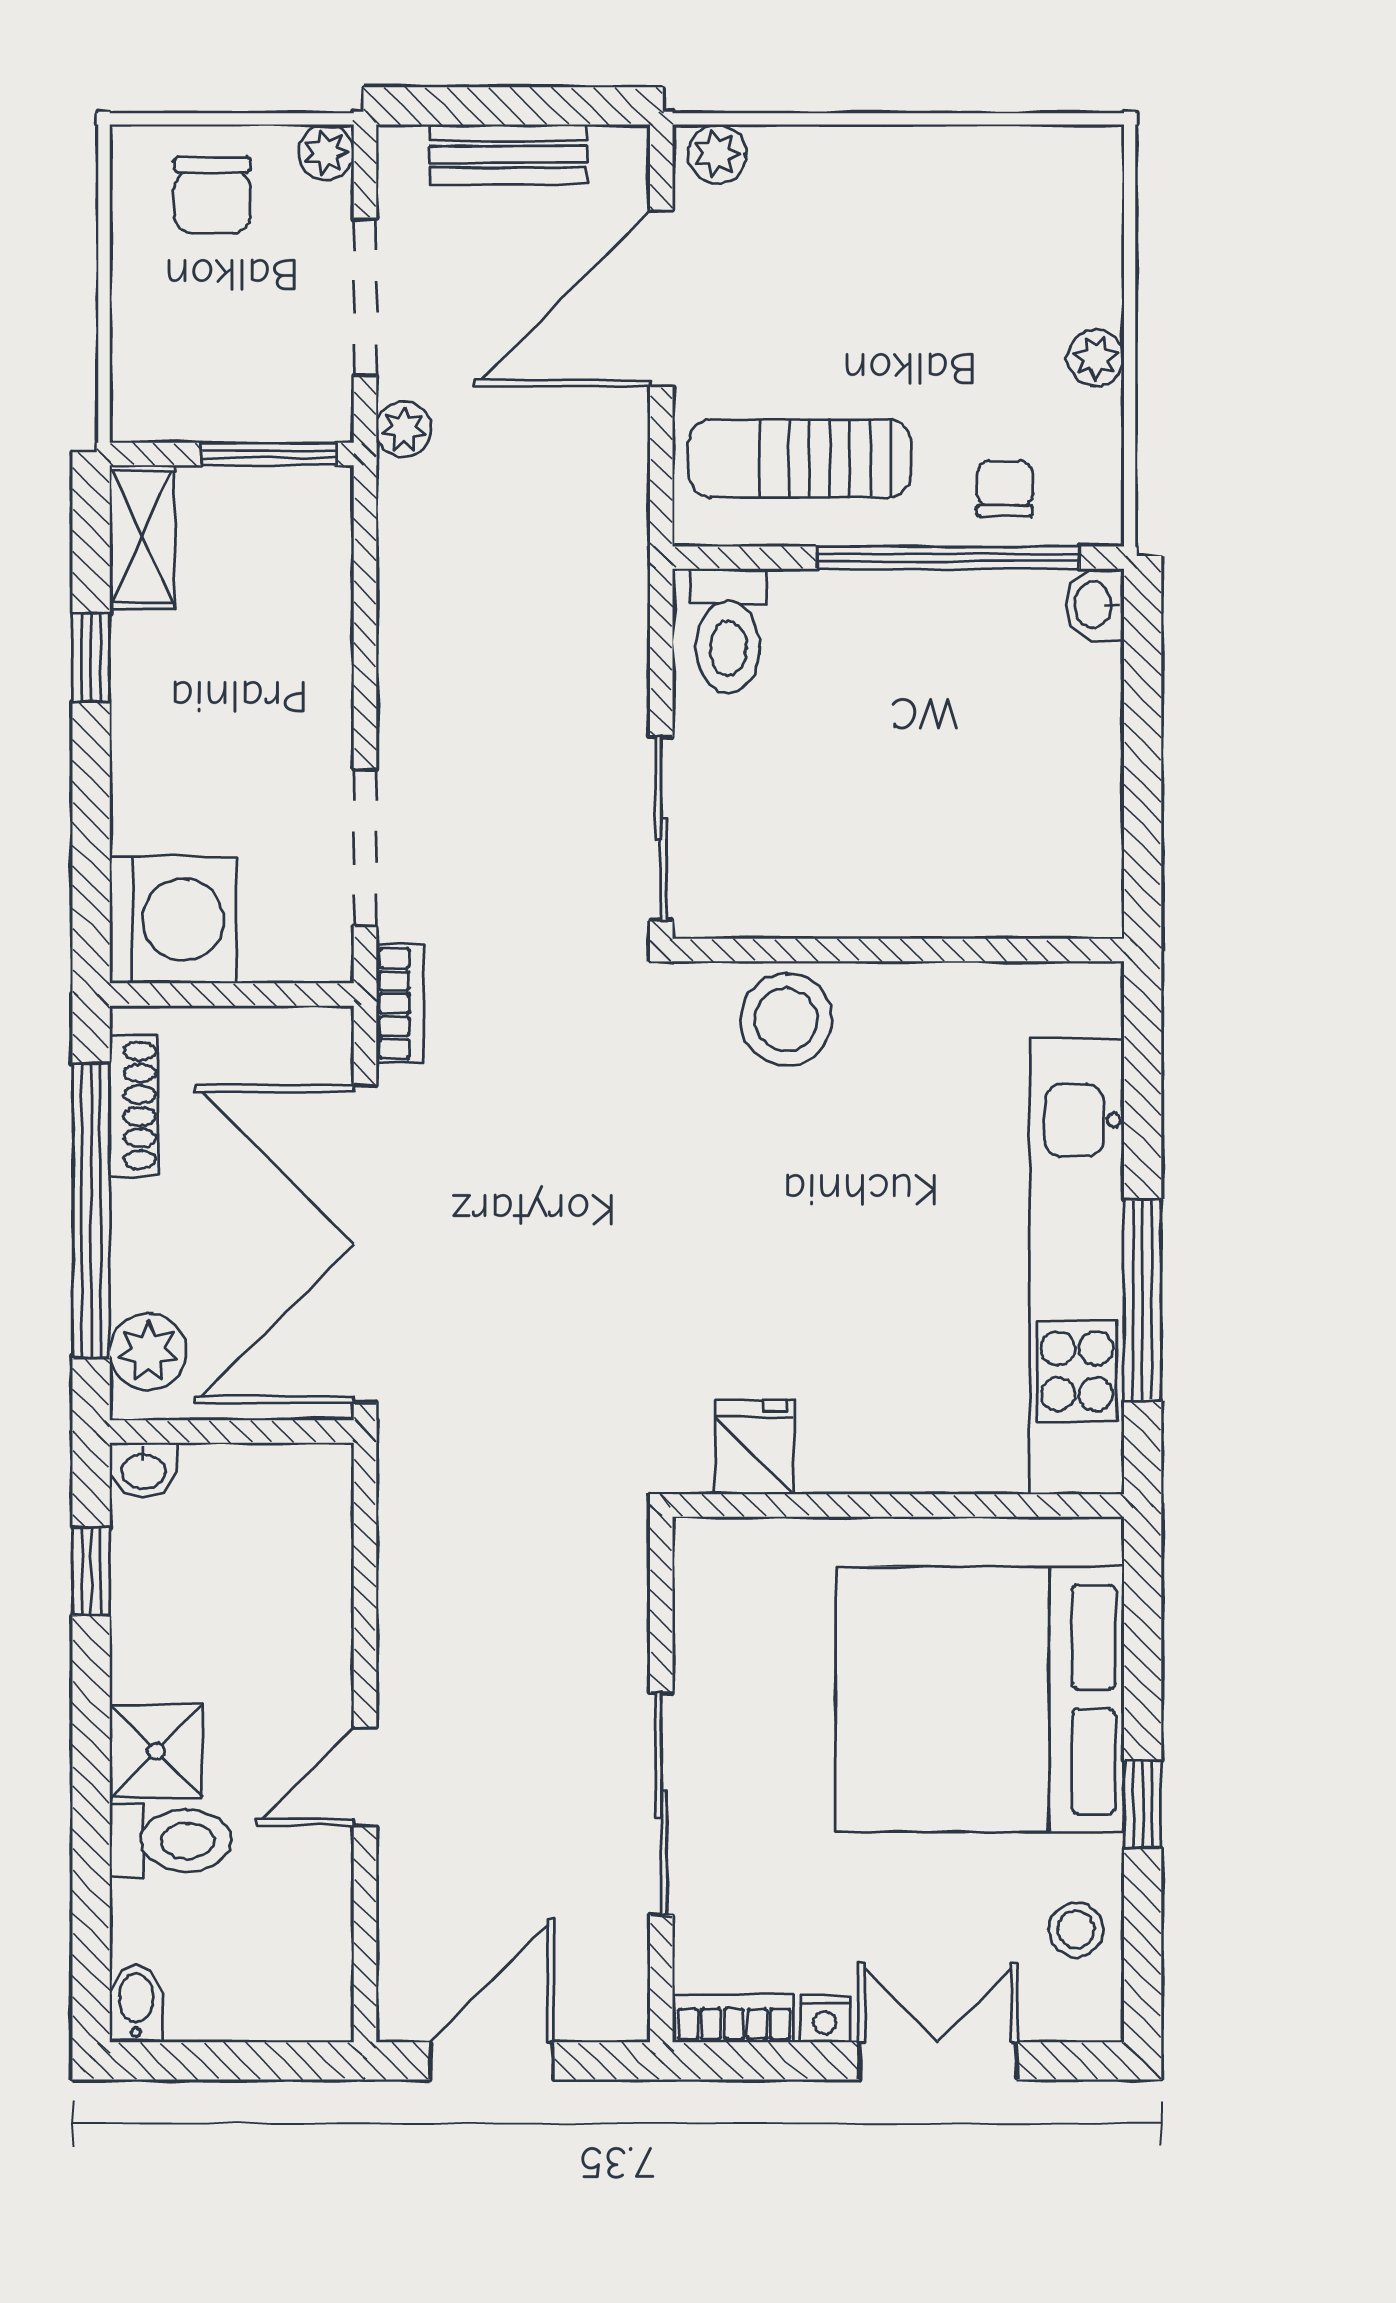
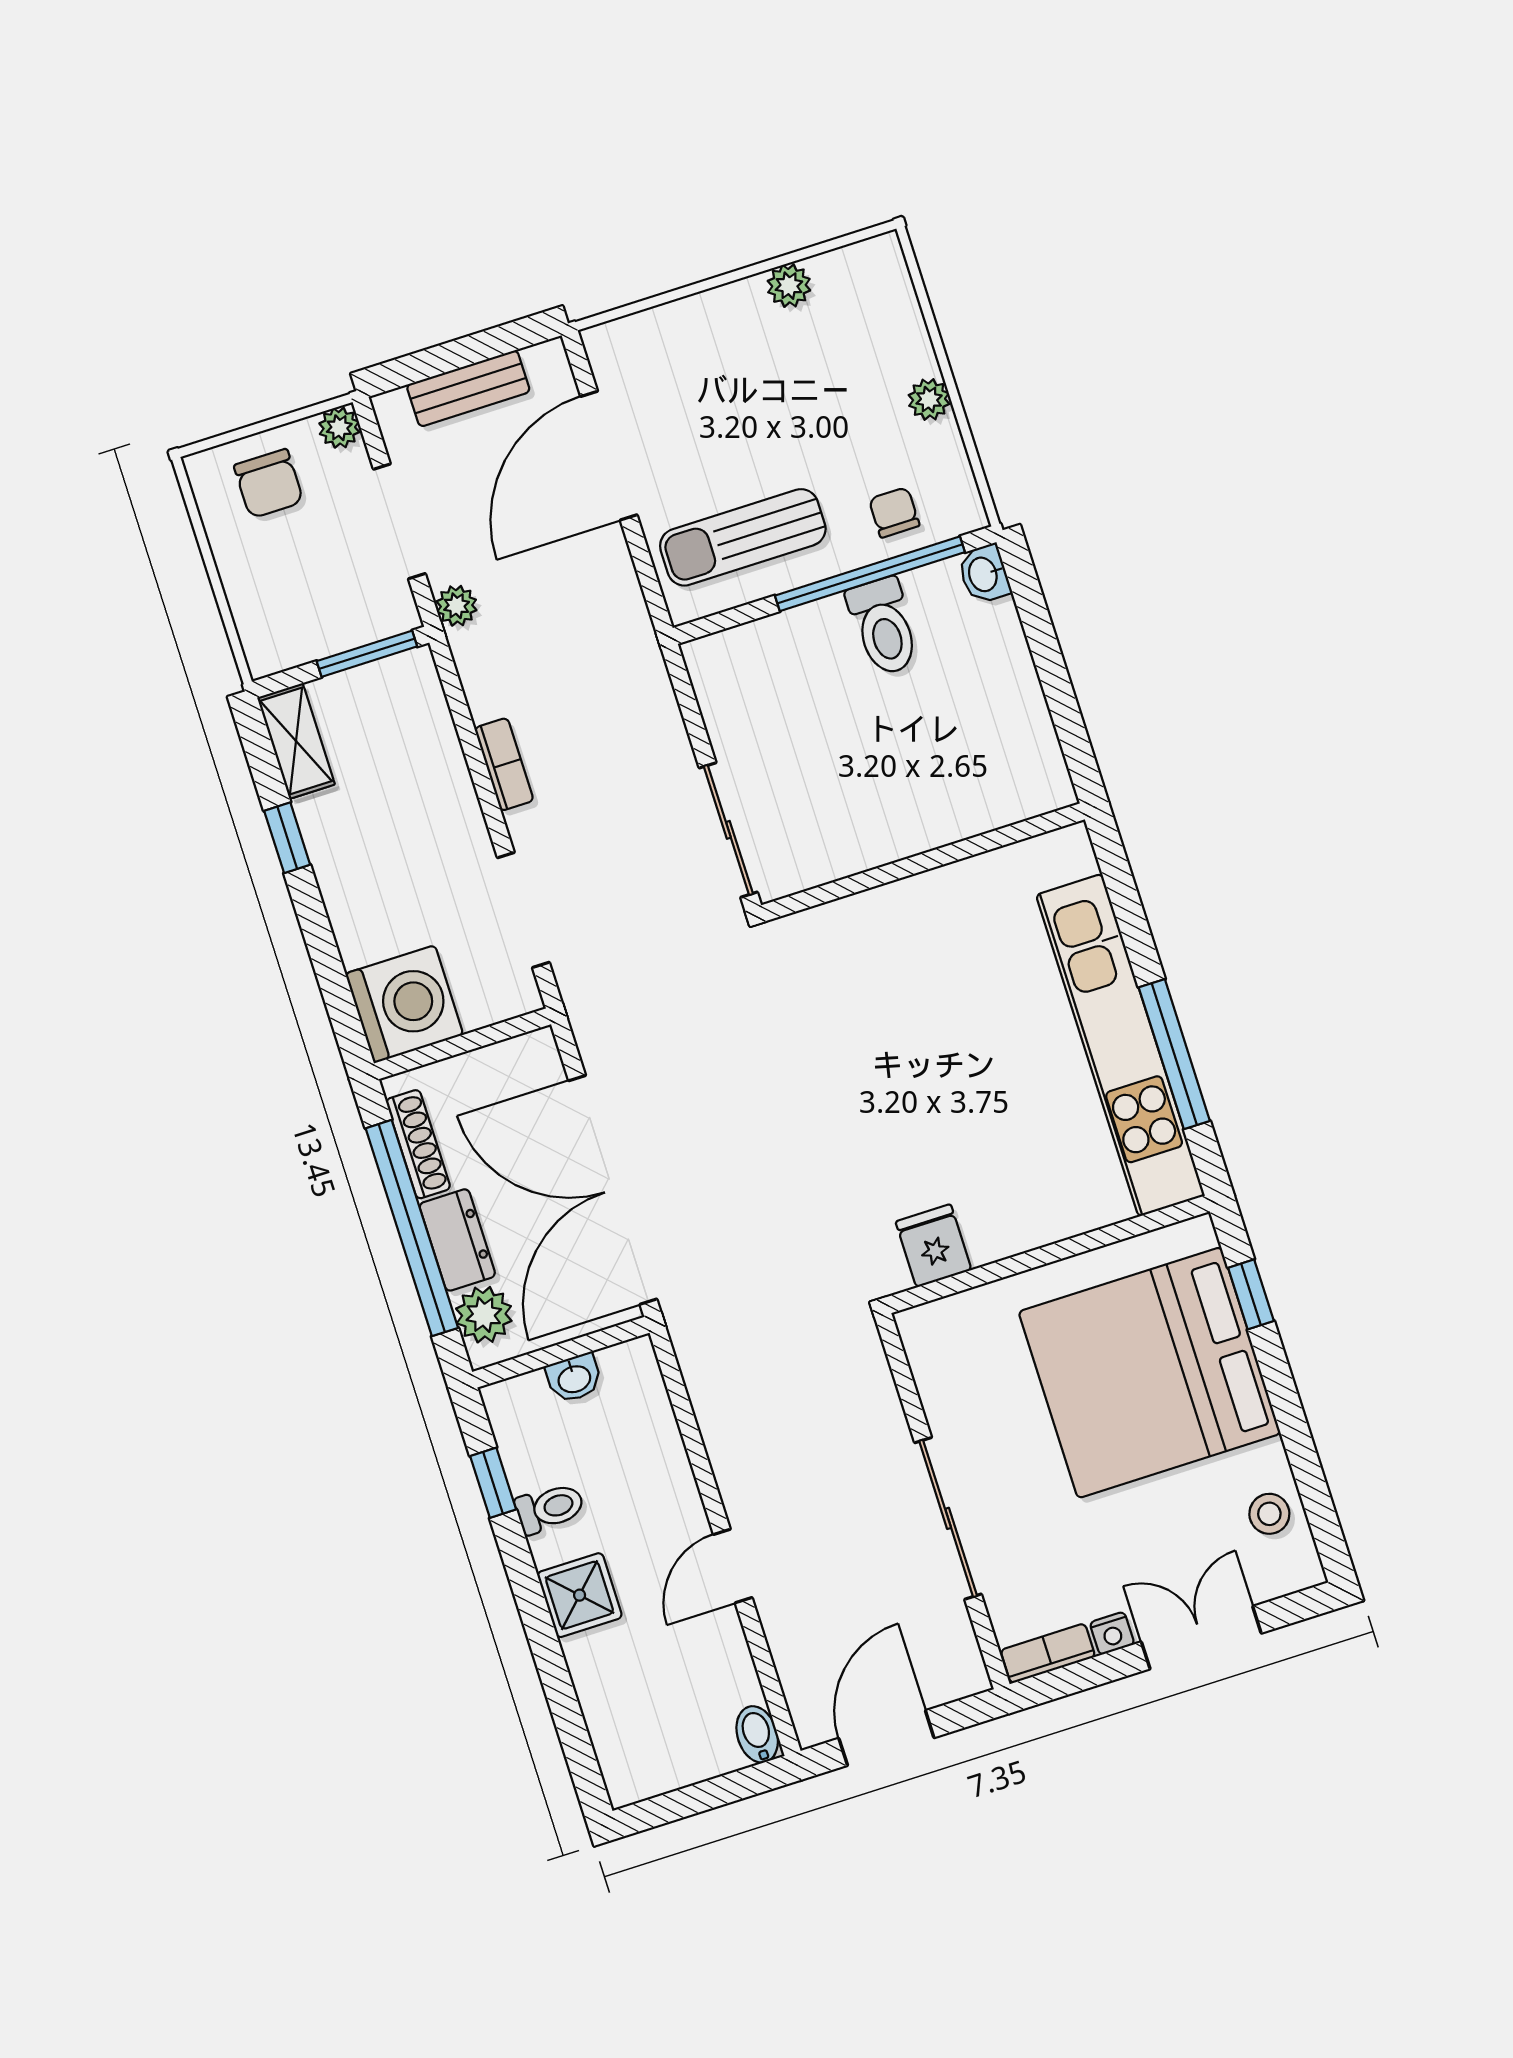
plant: (717, 154) -> (789, 286), moved
toilet: (728, 631) -> (883, 627), moved
bookcase: (400, 1004) -> (504, 764), moved
stool: (786, 1019) -> (860, 936), removed
dresser: (145, 1245) -> (457, 1240), added
washbasin: (143, 1470) -> (574, 1378), moved
window: (1143, 1804) -> (1251, 1294), moved
toilet: (170, 1841) -> (550, 1508), moved, width x0.73, depth x0.72
bidet: (136, 2003) -> (757, 1734), moved

